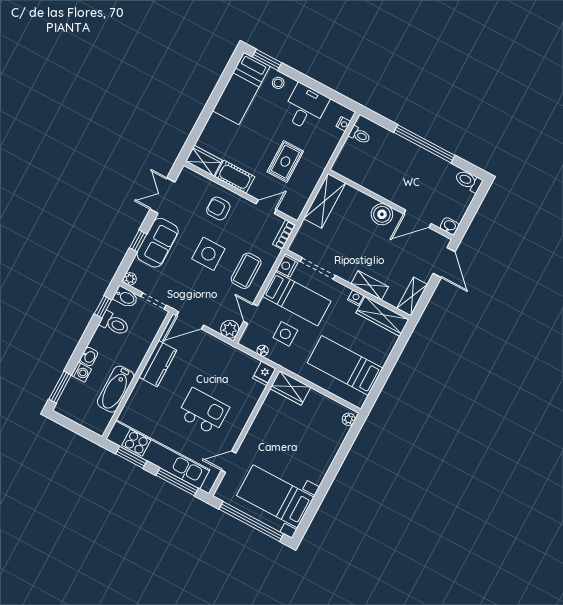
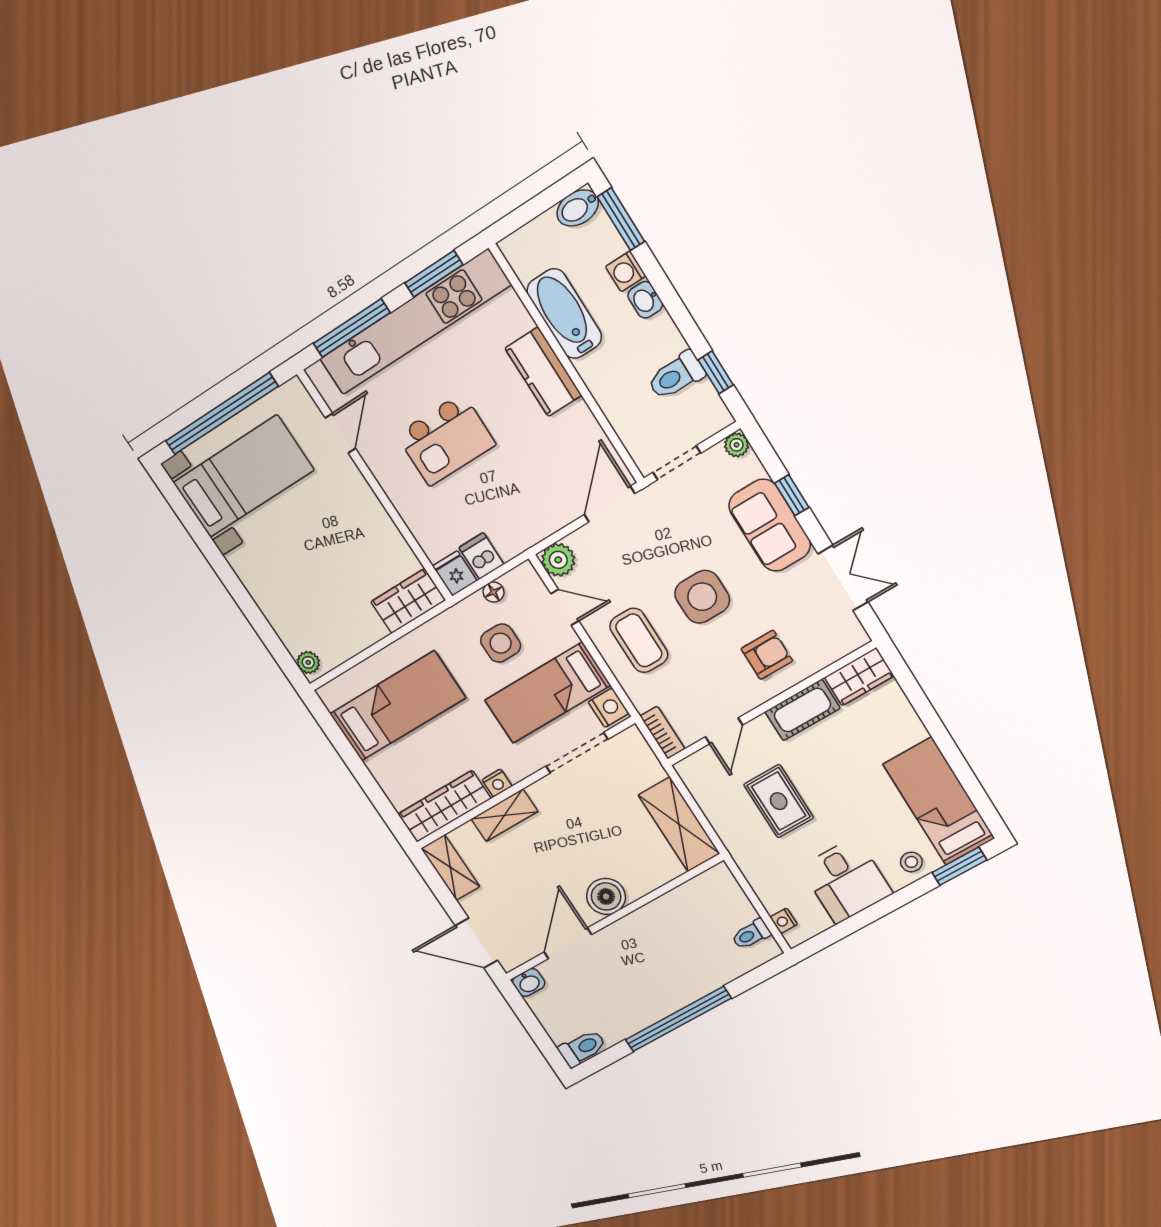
bidet: (126, 297) -> (578, 208), moved
kitchen counter: (158, 364) -> (543, 372), moved
dishwasher: (249, 366) -> (481, 556), added

